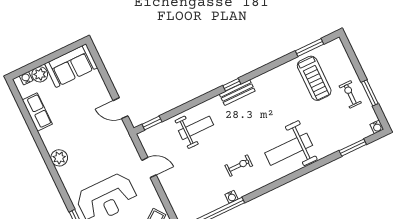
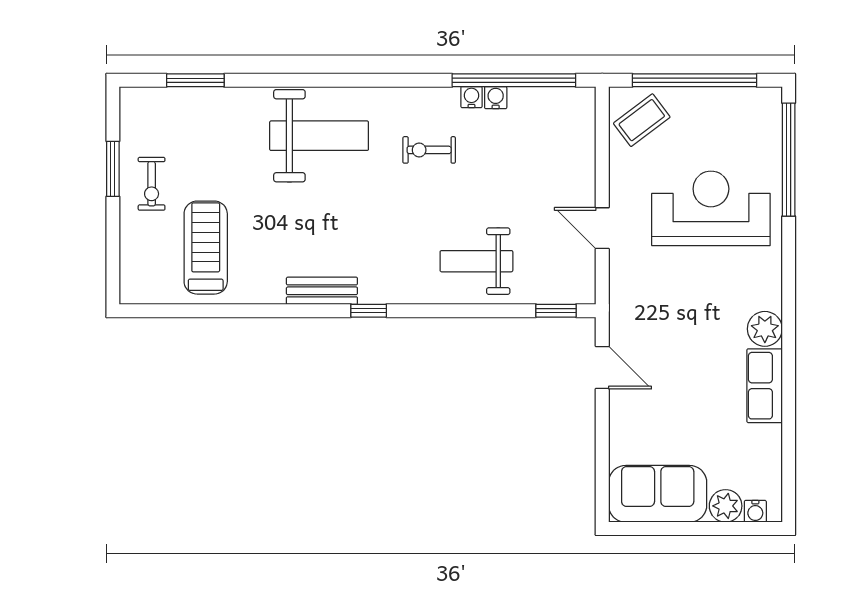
window: (309, 47) -> (186, 311), removed
bench: (237, 93) -> (322, 291), moved
row of seats: (37, 112) -> (765, 386), moved
water cooler: (377, 127) -> (496, 98), moved

